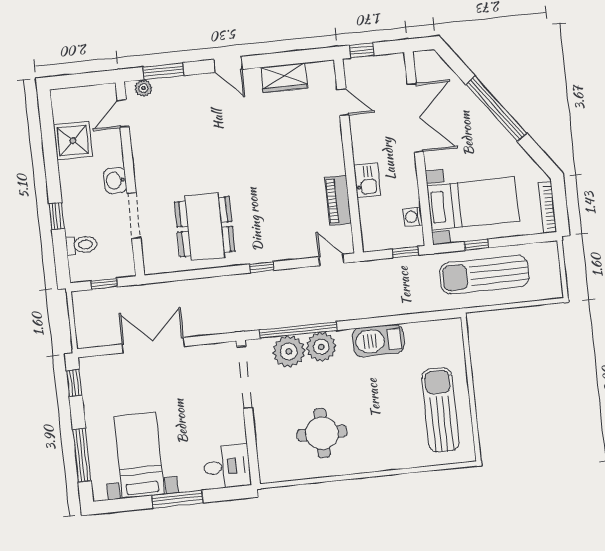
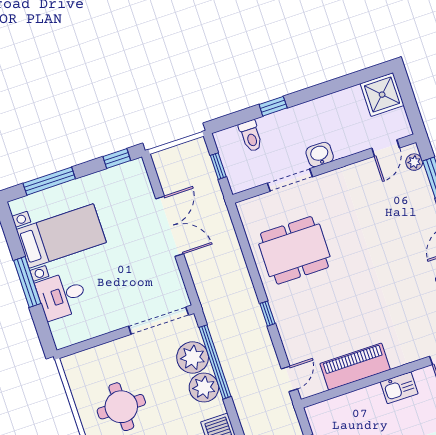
door: (123, 114) -> (386, 148), swing flipped
shower: (73, 141) -> (382, 95), moved
kitchen sink: (367, 180) -> (399, 388), moved
piano: (338, 200) -> (355, 367), width x1.37, depth x1.33
desk: (227, 467) -> (62, 296), moved, turned 90

